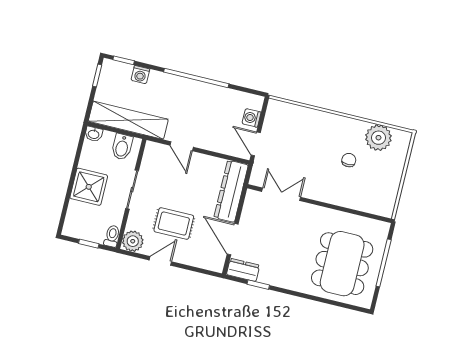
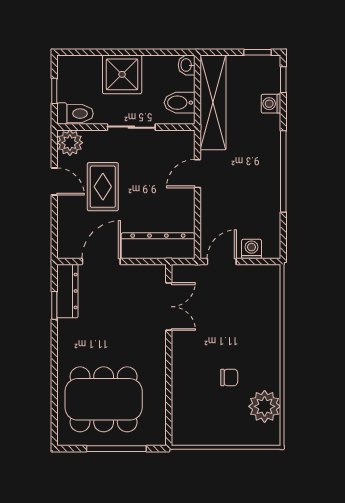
toilet: (112, 236) -> (75, 114), width x1.37, depth x1.39
dresser: (243, 270) -> (67, 291), width x1.44

